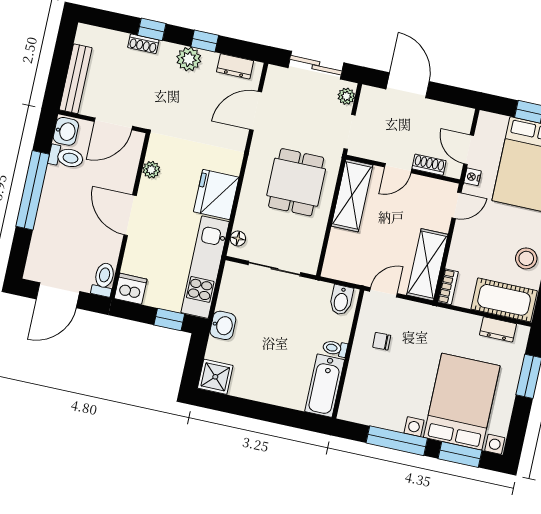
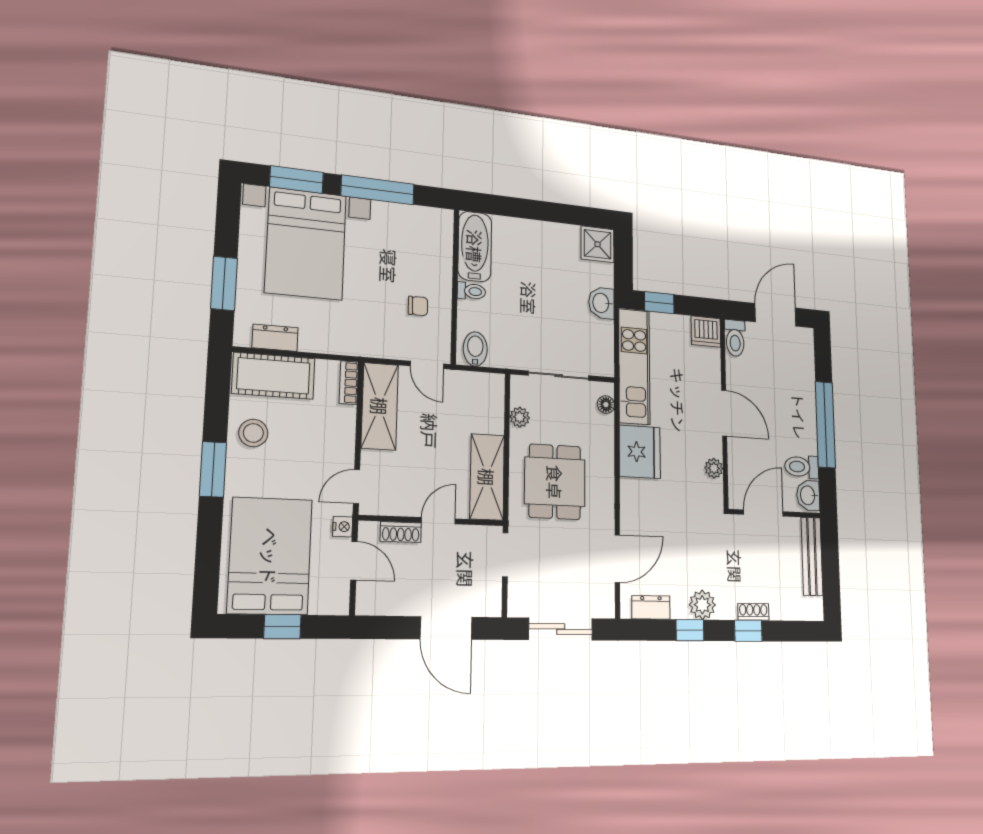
plant: (346, 96) -> (520, 417), moved
door: (384, 292) -> (427, 365), hinge flipped

